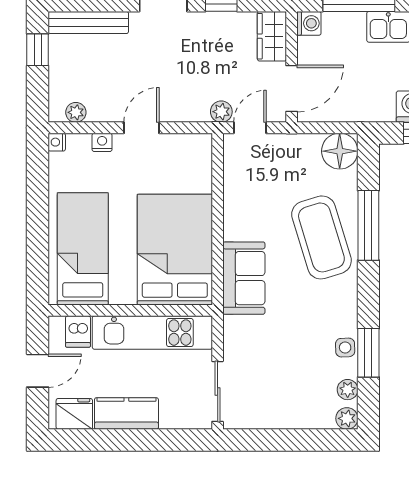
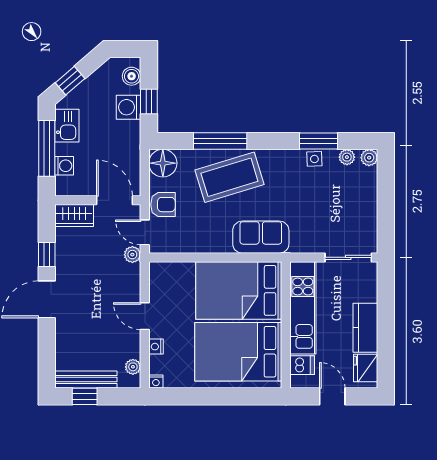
bench: (88, 22) -> (86, 379), moved, turned 90
washing machine: (309, 23) -> (64, 166), moved, turned 90
armchair: (286, 151) -> (163, 205), added
bed: (83, 249) -> (238, 352), width x1.50

